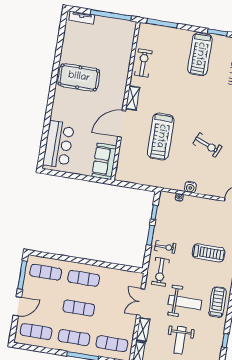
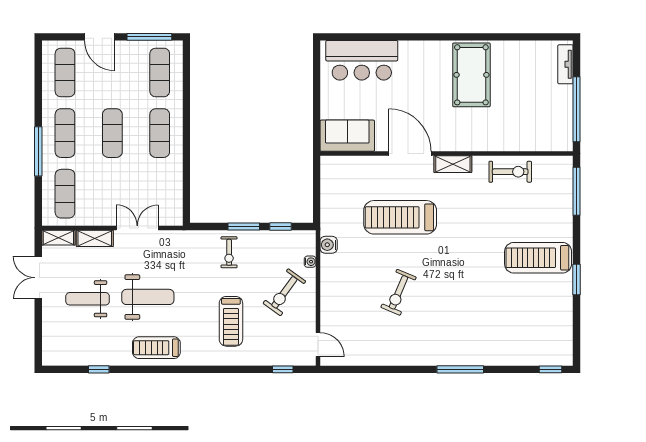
water cooler: (190, 187) -> (329, 245), moved
exercise bike: (160, 272) -> (284, 292), moved, turned -54
weight bench: (185, 302) -> (148, 297), turned -90
treadmill: (218, 302) -> (156, 348), turned 180

